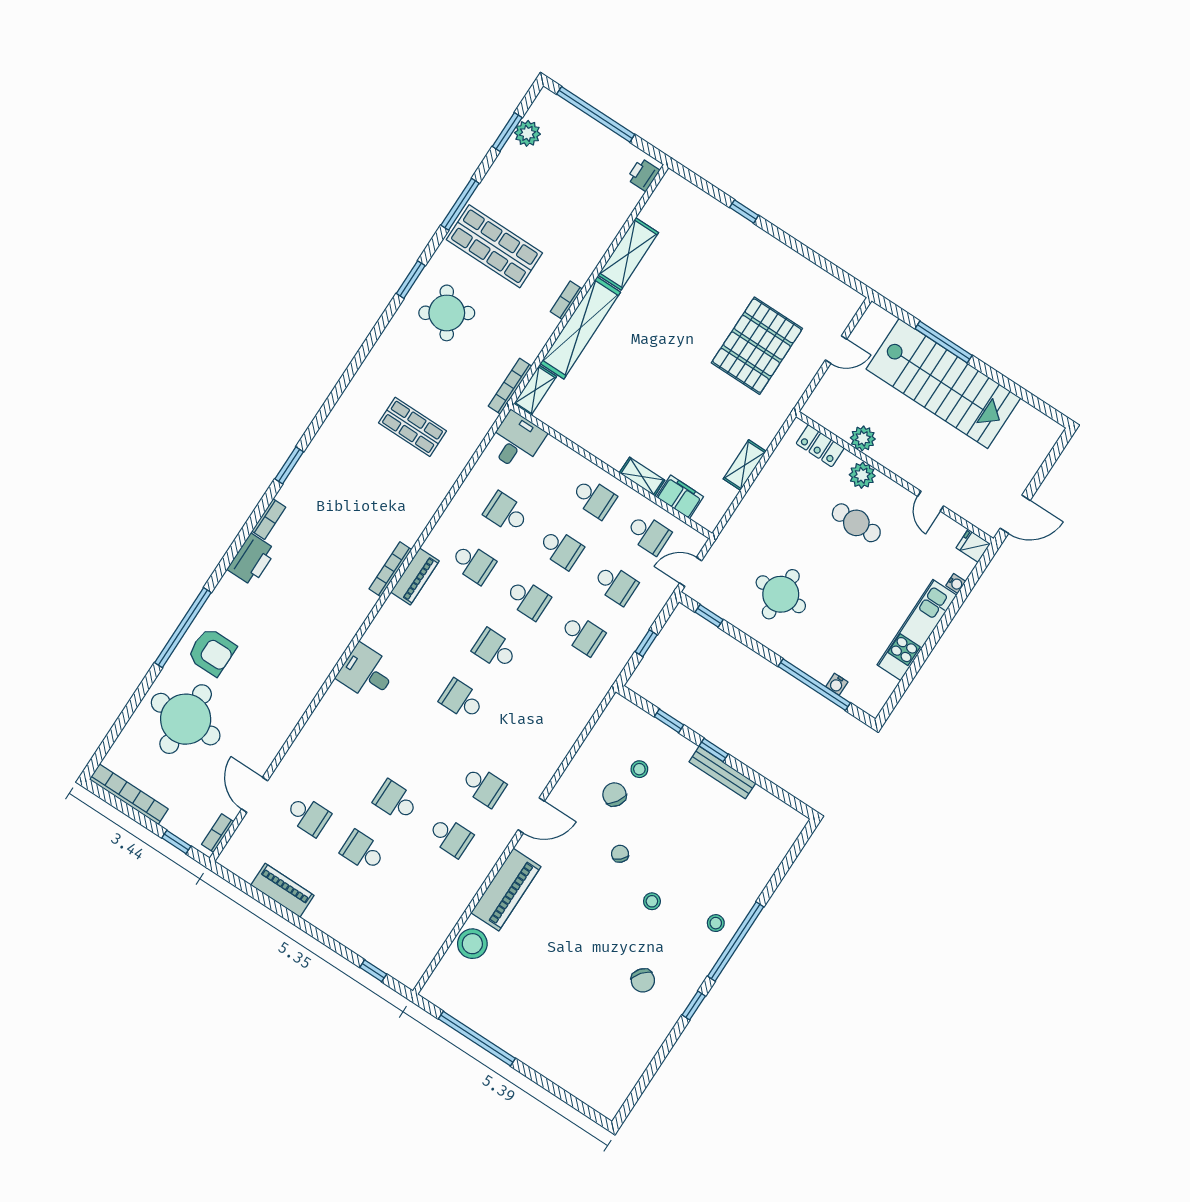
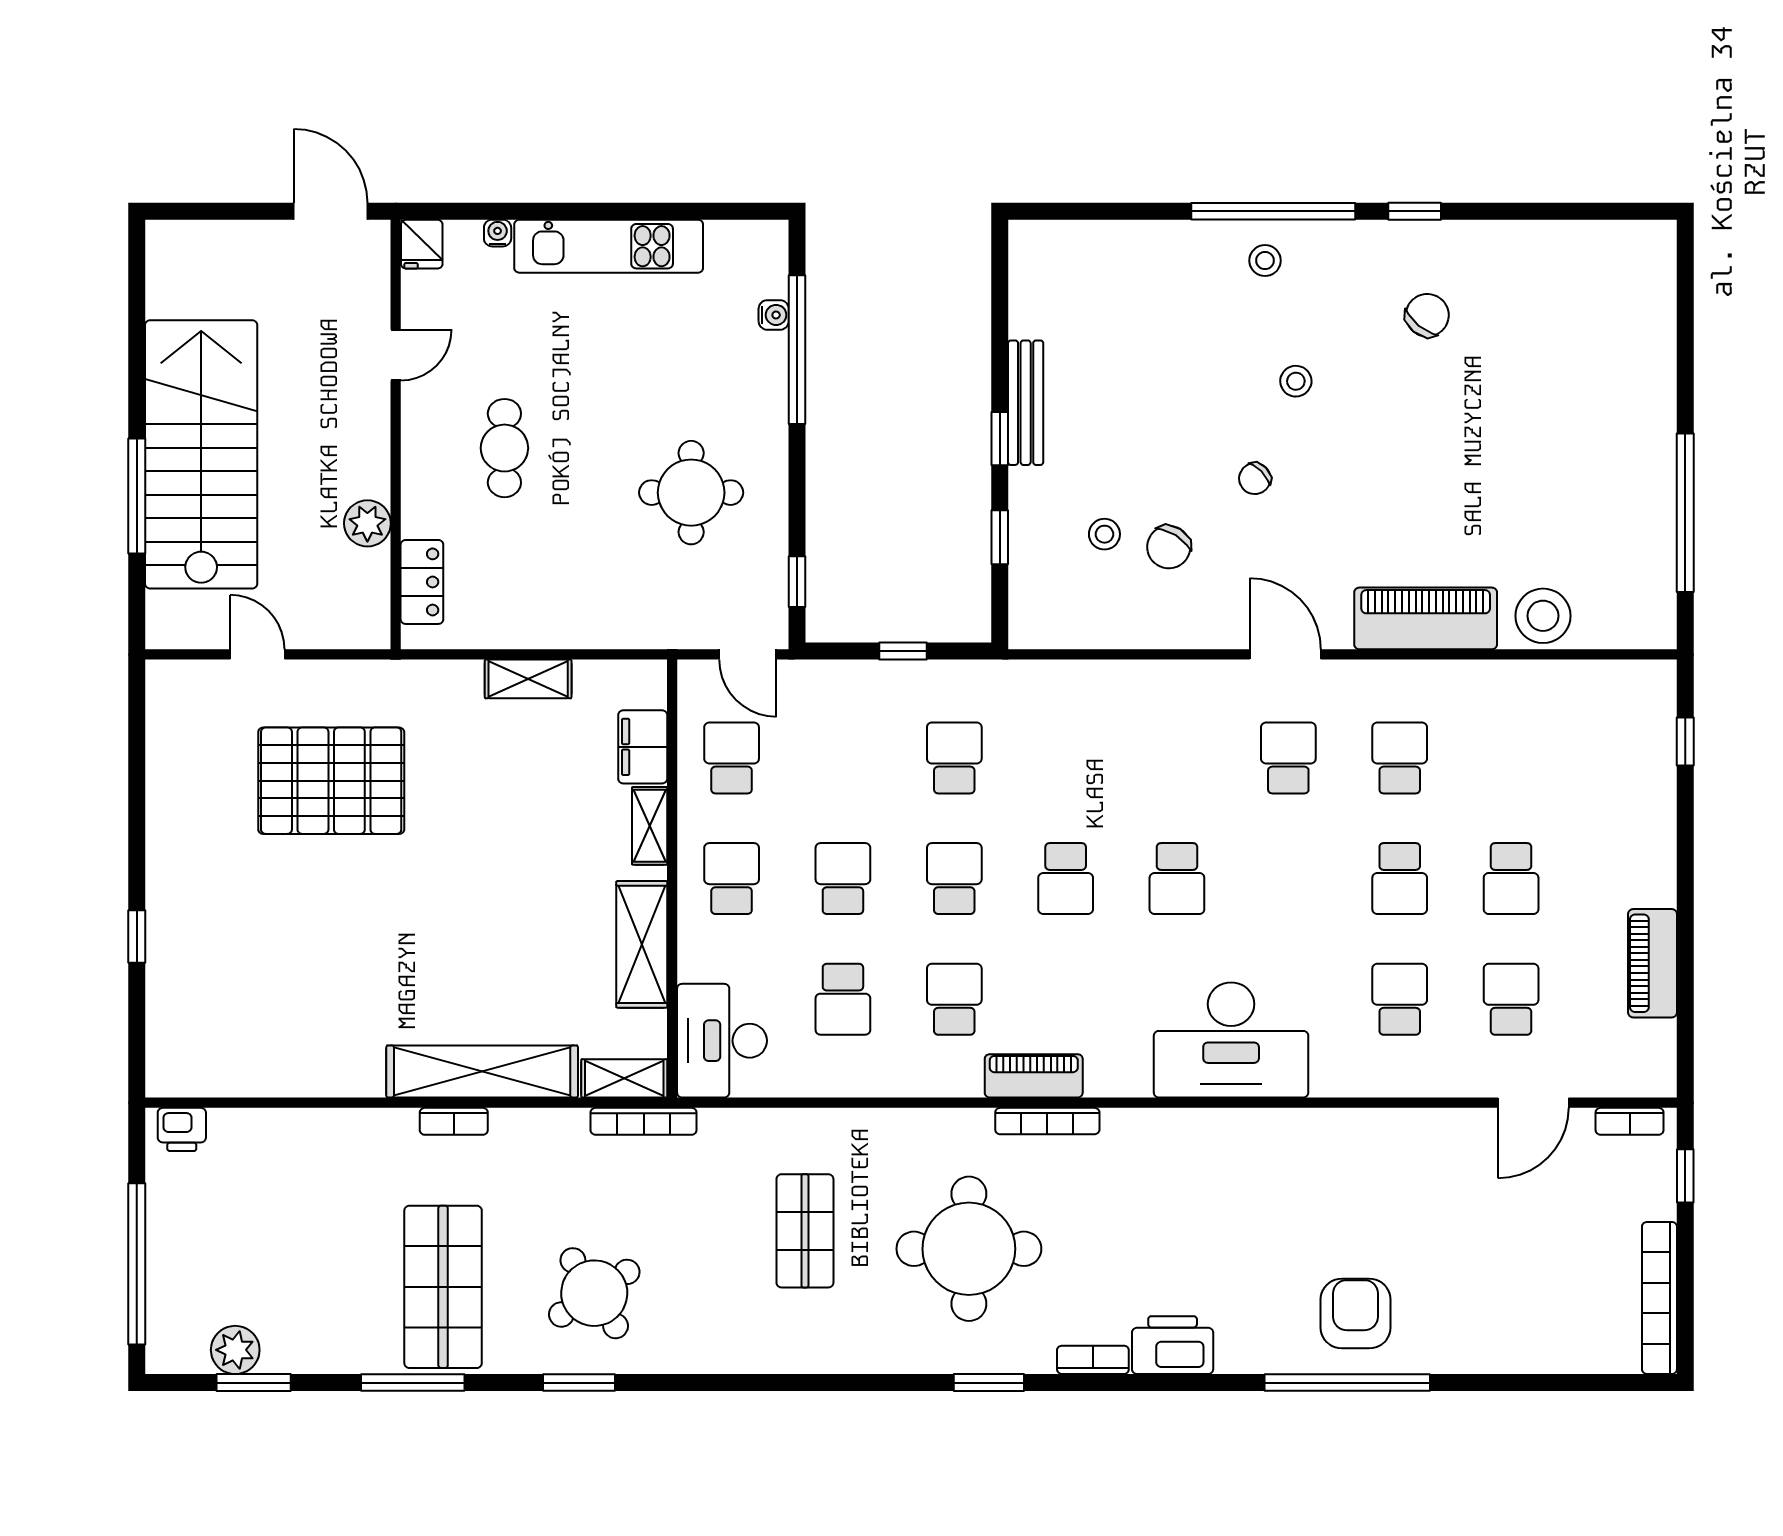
shelving: (628, 254) -> (642, 944), moved, turned 90
desk: (516, 441) -> (722, 1041), width x1.37
plant: (862, 475) -> (425, 487), removed
school desk: (616, 584) -> (1400, 999), moved
desk: (367, 673) -> (1231, 1040), width x1.87, depth x1.30
round table: (186, 719) -> (969, 1249), moved

